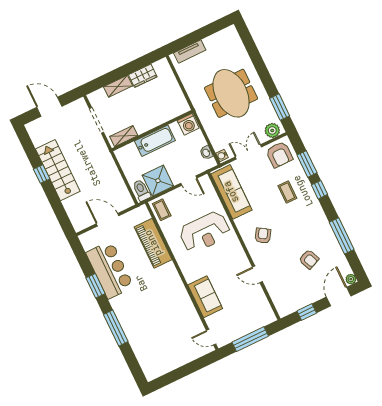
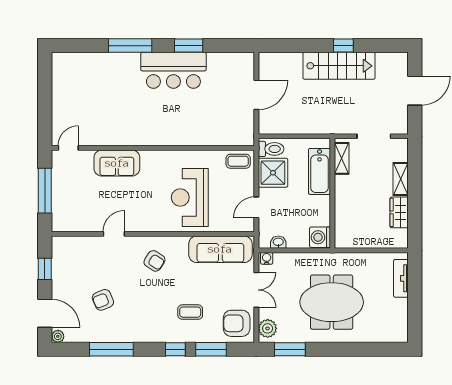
bathtub: (155, 141) -> (320, 171), moved
piano: (153, 243) -> (205, 133), removed
bar counter: (110, 270) -> (173, 70), moved

